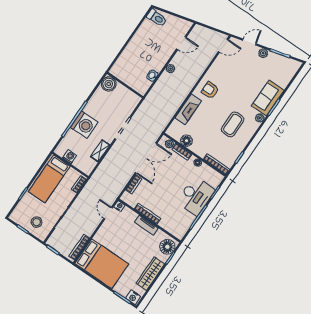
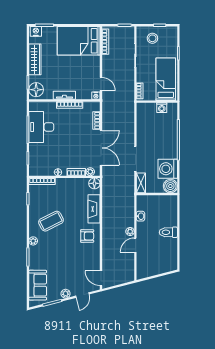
toilet: (157, 18) -> (168, 232), moved
door: (181, 43) -> (135, 245), moved
door: (223, 46) -> (101, 278), hinge flipped
sofa: (268, 98) -> (38, 285), moved
coffee table: (233, 124) -> (51, 221), turned 63
washing machine: (84, 125) -> (168, 169), moved
floor lamp: (187, 141) -> (94, 183), moved
shelving: (100, 151) -> (141, 183), moved
double door: (146, 158) -> (101, 148), swing flipped
desk: (196, 196) -> (41, 127), moved

